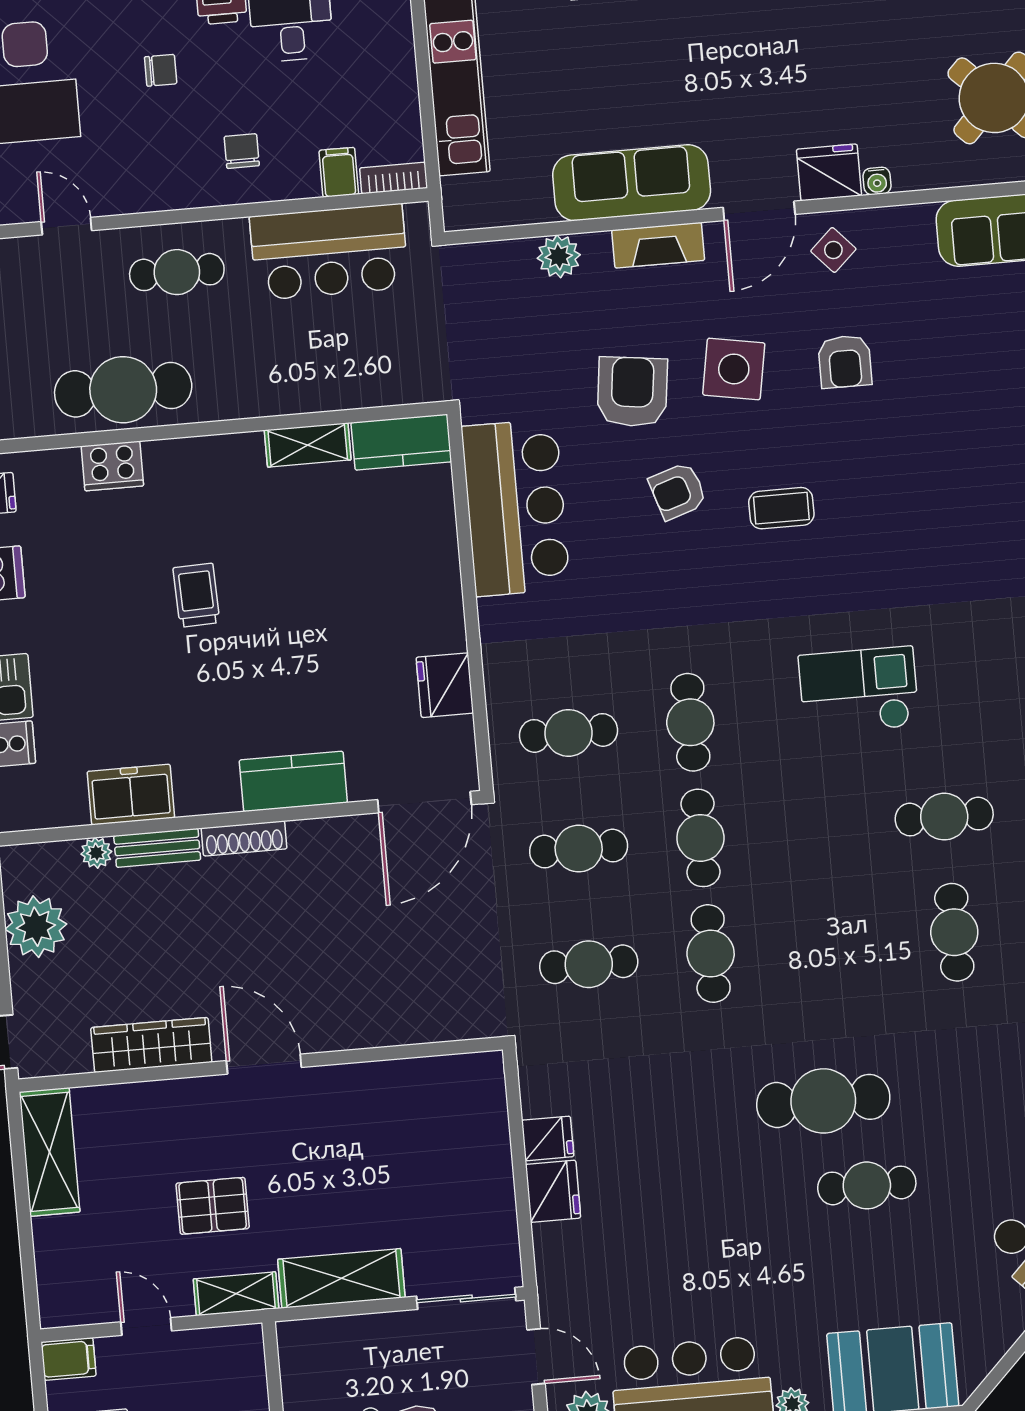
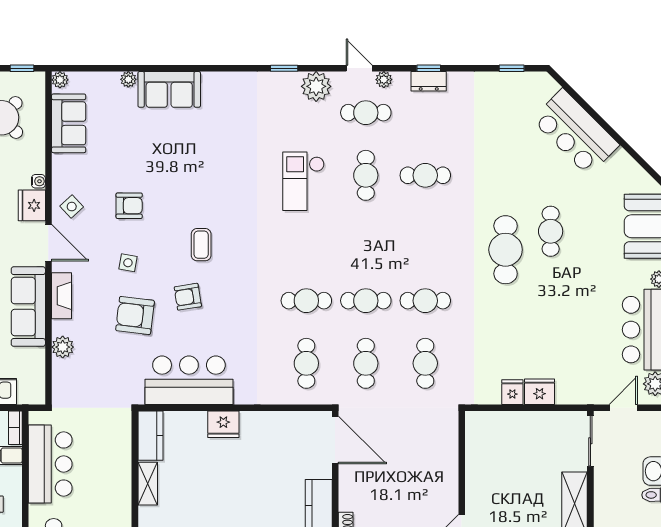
side table: (734, 369) -> (128, 263), width x0.54, depth x0.54
armchair: (678, 491) -> (188, 297), turned 99
fridge: (445, 685) -> (223, 424), moved
checkout: (859, 691) -> (303, 181), moved

